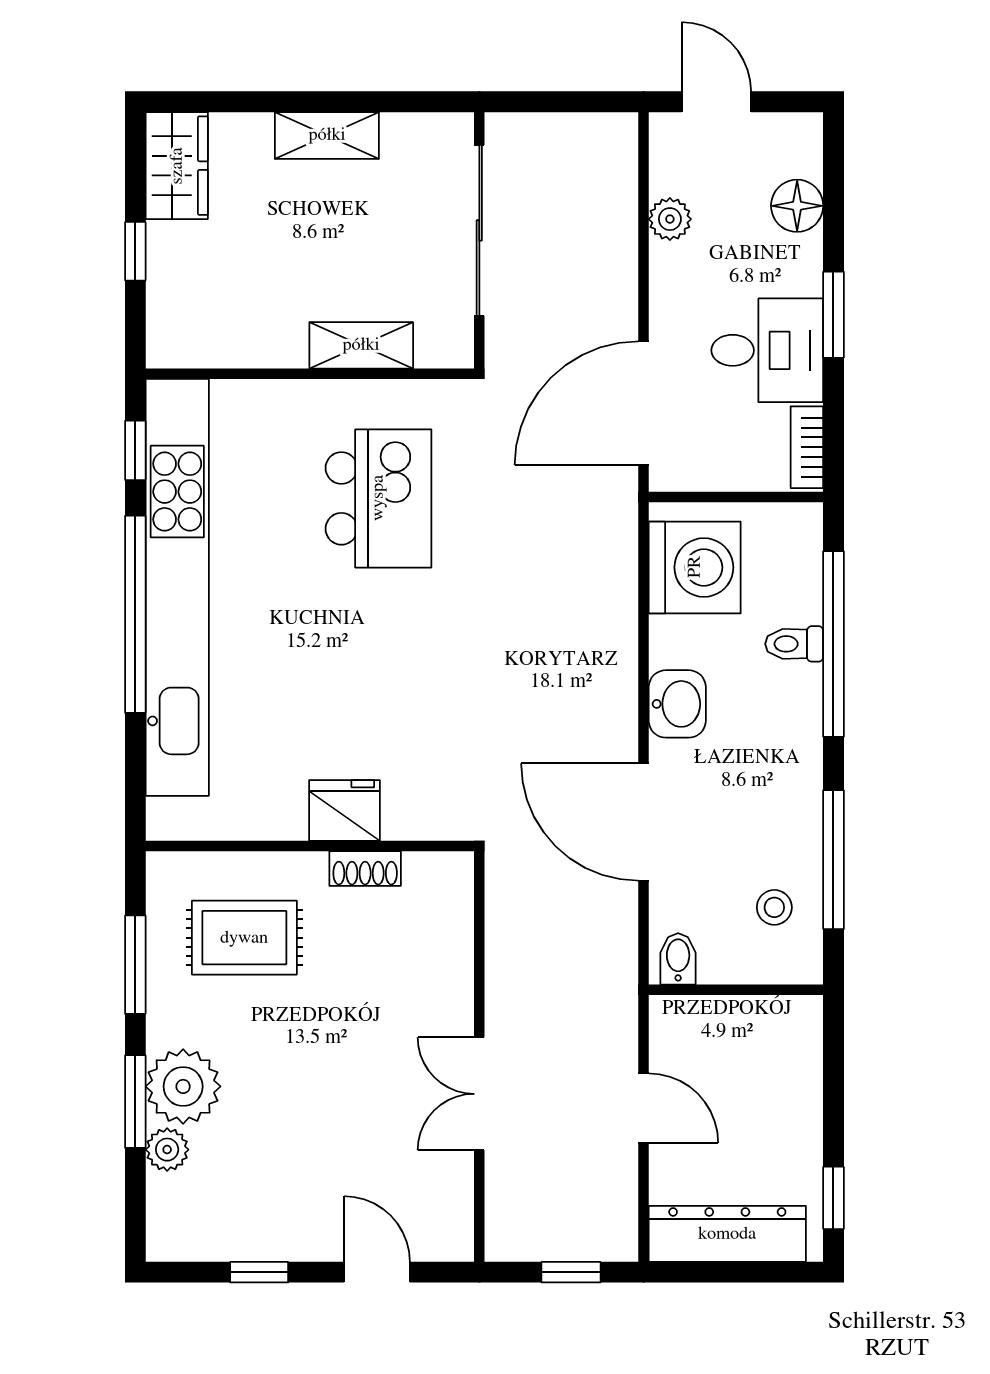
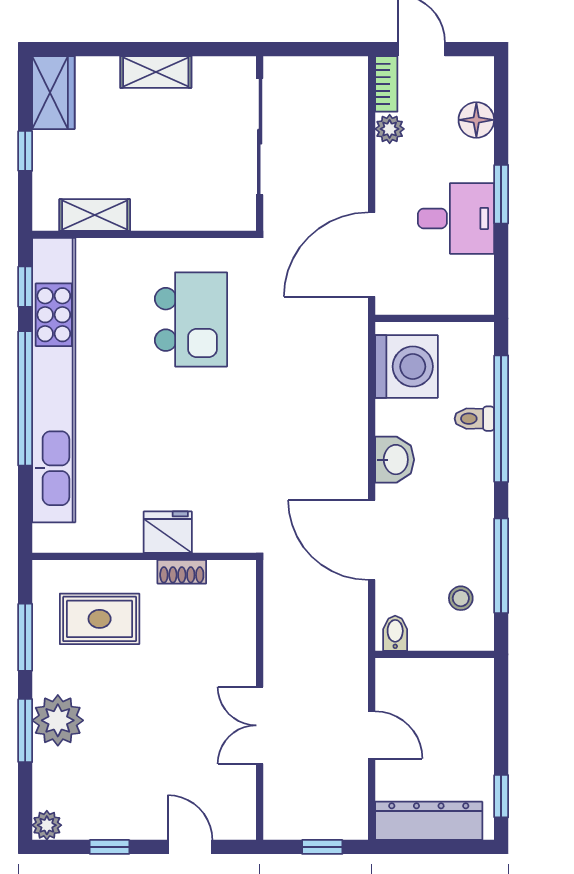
shelving: (361, 345) -> (95, 215), moved
bookcase: (807, 447) -> (386, 84), moved, turned 180
plant: (167, 1150) -> (47, 825), moved

